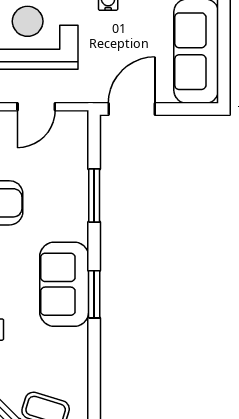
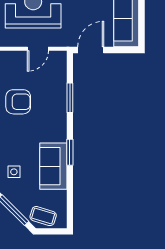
sofa: (64, 284) -> (53, 166), moved

